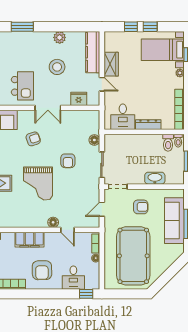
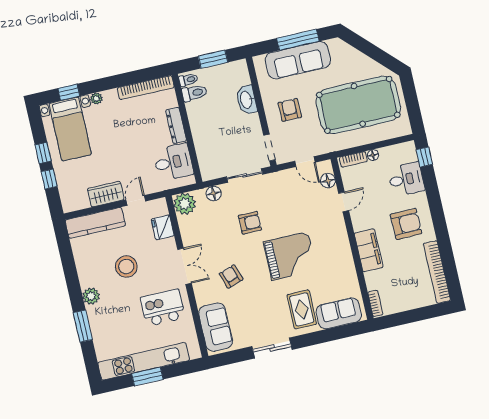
plant: (60, 37) -> (91, 296), moved
plant: (92, 118) -> (185, 204), added
floor lamp: (53, 222) -> (328, 181), moved

